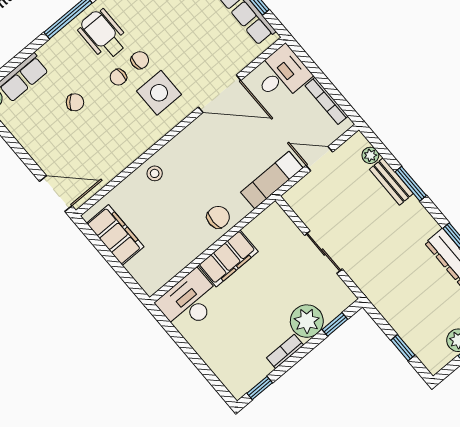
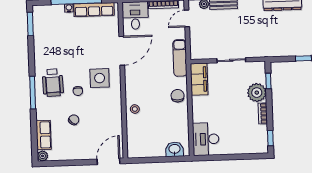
wheelchair: (103, 34) -> (53, 83), turned -92
chair: (140, 60) -> (78, 75), removed
door: (319, 159) -> (187, 18), moved
filing cabinet: (115, 235) -> (149, 149), removed
filing cabinet: (228, 259) -> (199, 79), moved
washbasin: (142, 270) -> (175, 149), added

